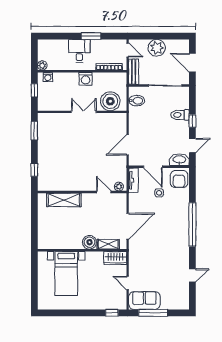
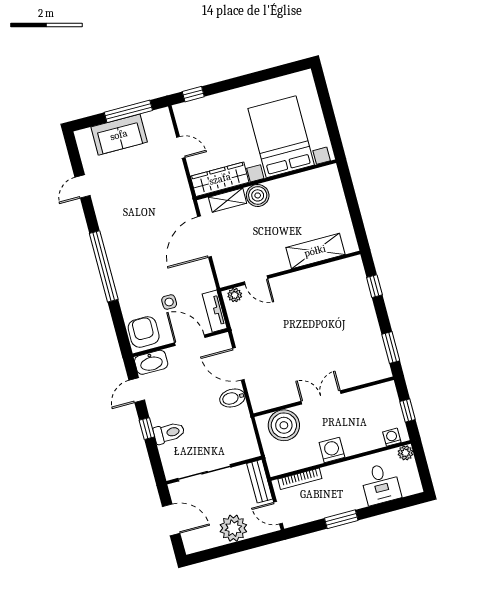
desk: (79, 51) -> (381, 484), moved
bidet: (137, 101) -> (232, 398), moved
double door: (84, 112) -> (321, 397), swing flipped
door: (128, 145) -> (238, 364), swing flipped
wardrobe: (115, 258) -> (220, 179), width x1.50
bed with nightstands: (66, 273) -> (281, 137), width x1.36
sofa: (144, 300) -> (119, 135), moved

